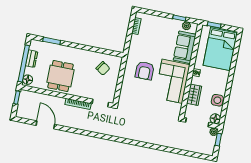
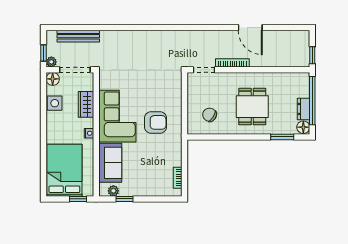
armchair: (145, 71) -> (155, 122), turned 90
dining table: (61, 76) -> (252, 107), moved
floor lamp: (28, 80) -> (303, 127), moved
door: (45, 125) -> (250, 28), moved
bench: (190, 147) -> (78, 36), added

